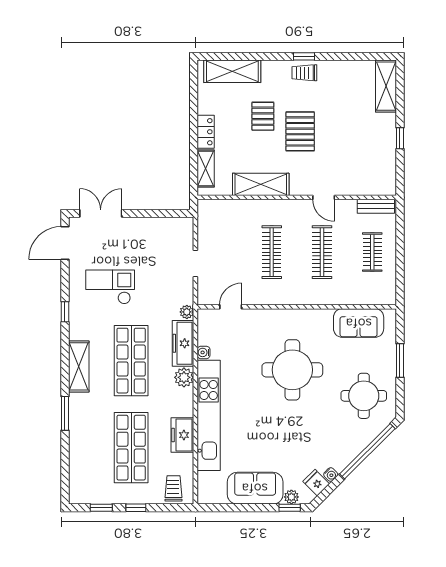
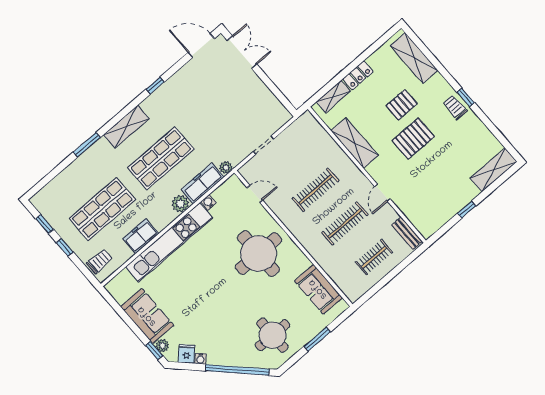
checkout: (110, 287) -> (198, 101), removed
round table: (292, 370) -> (258, 254), moved

